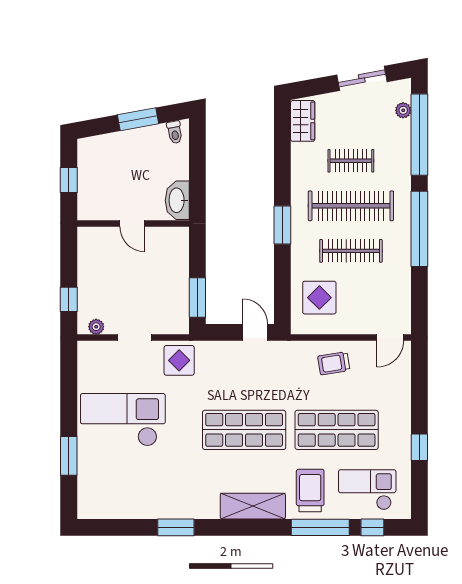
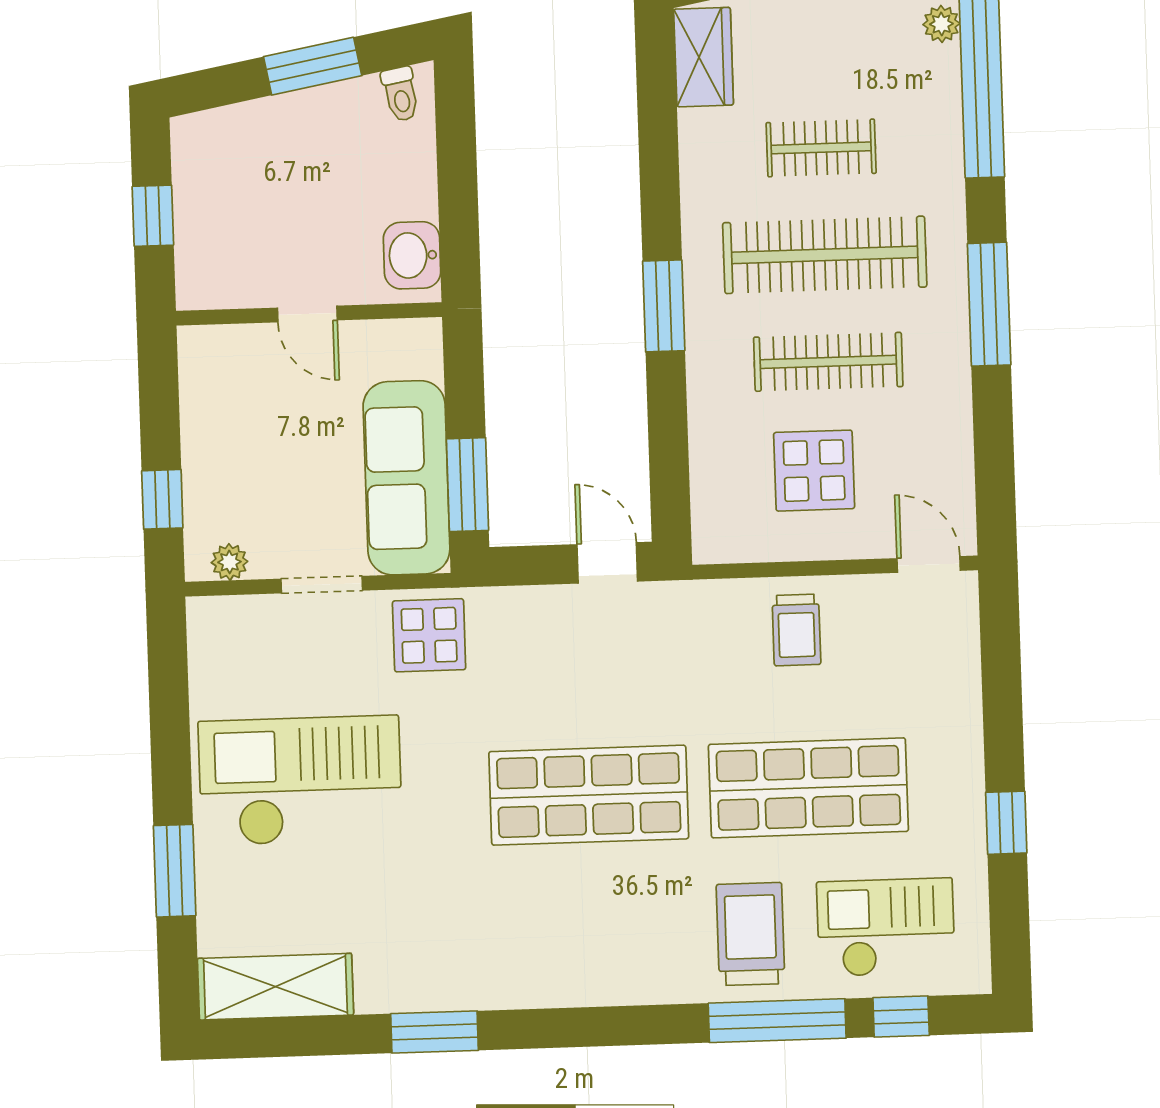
washbasin: (177, 200) -> (412, 255), width x0.72
window: (419, 229) -> (989, 304), width x0.68
sofa: (172, 294) -> (406, 478), added
display table: (319, 298) -> (814, 471), moved
door: (390, 338) -> (929, 564), swing flipped
trolley: (334, 363) -> (796, 630), turned -81
shelving: (253, 506) -> (275, 987), moved

